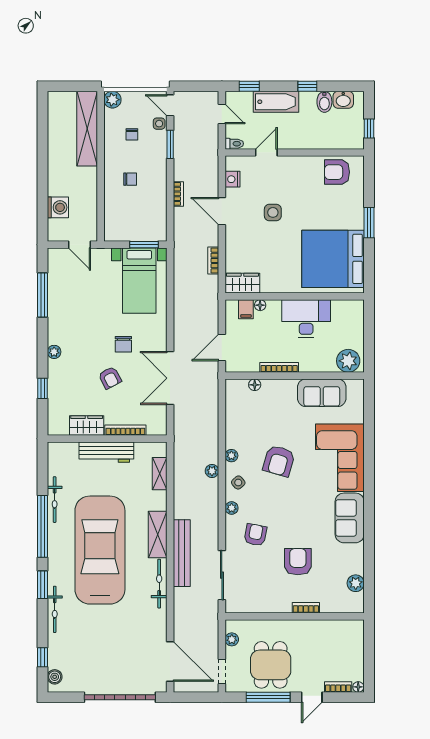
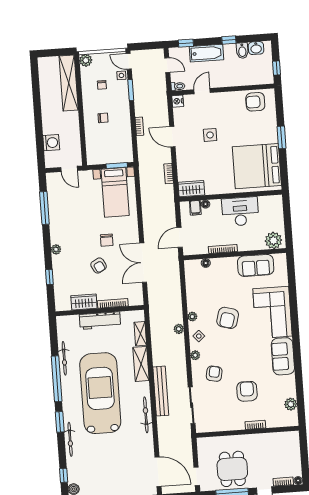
nightstand: (232, 179) -> (178, 101), moved
shelving: (158, 534) -> (141, 364), moved
plant: (232, 639) -> (202, 452), removed

